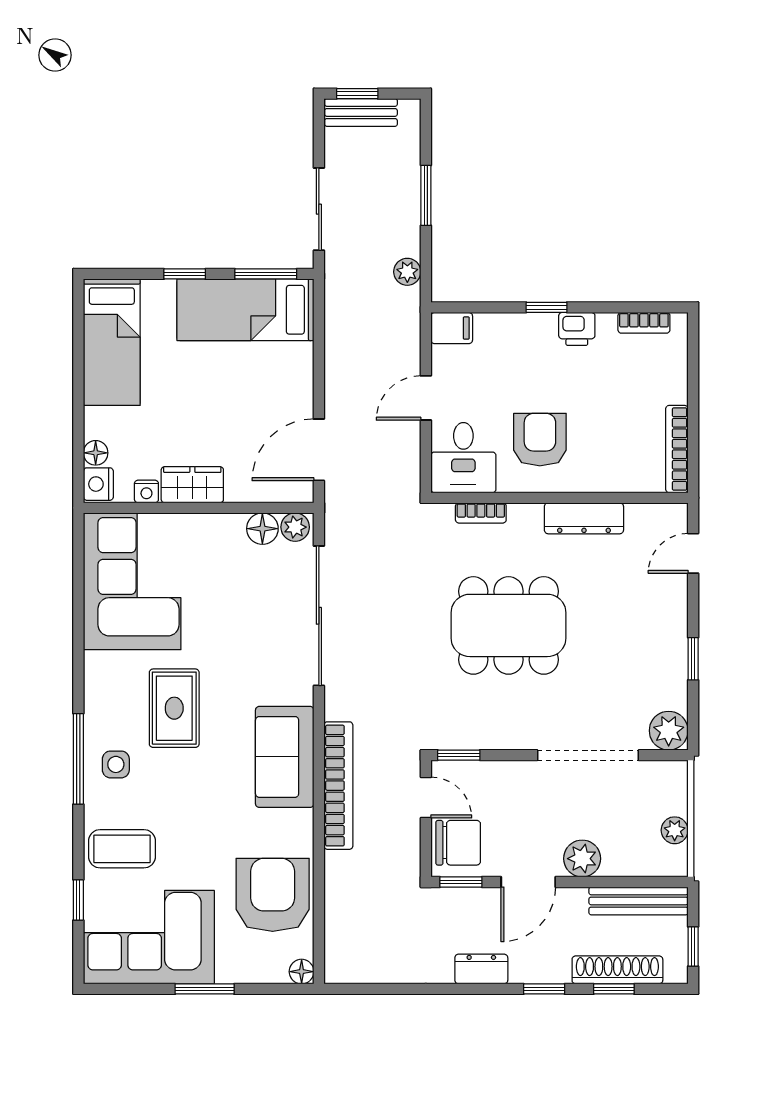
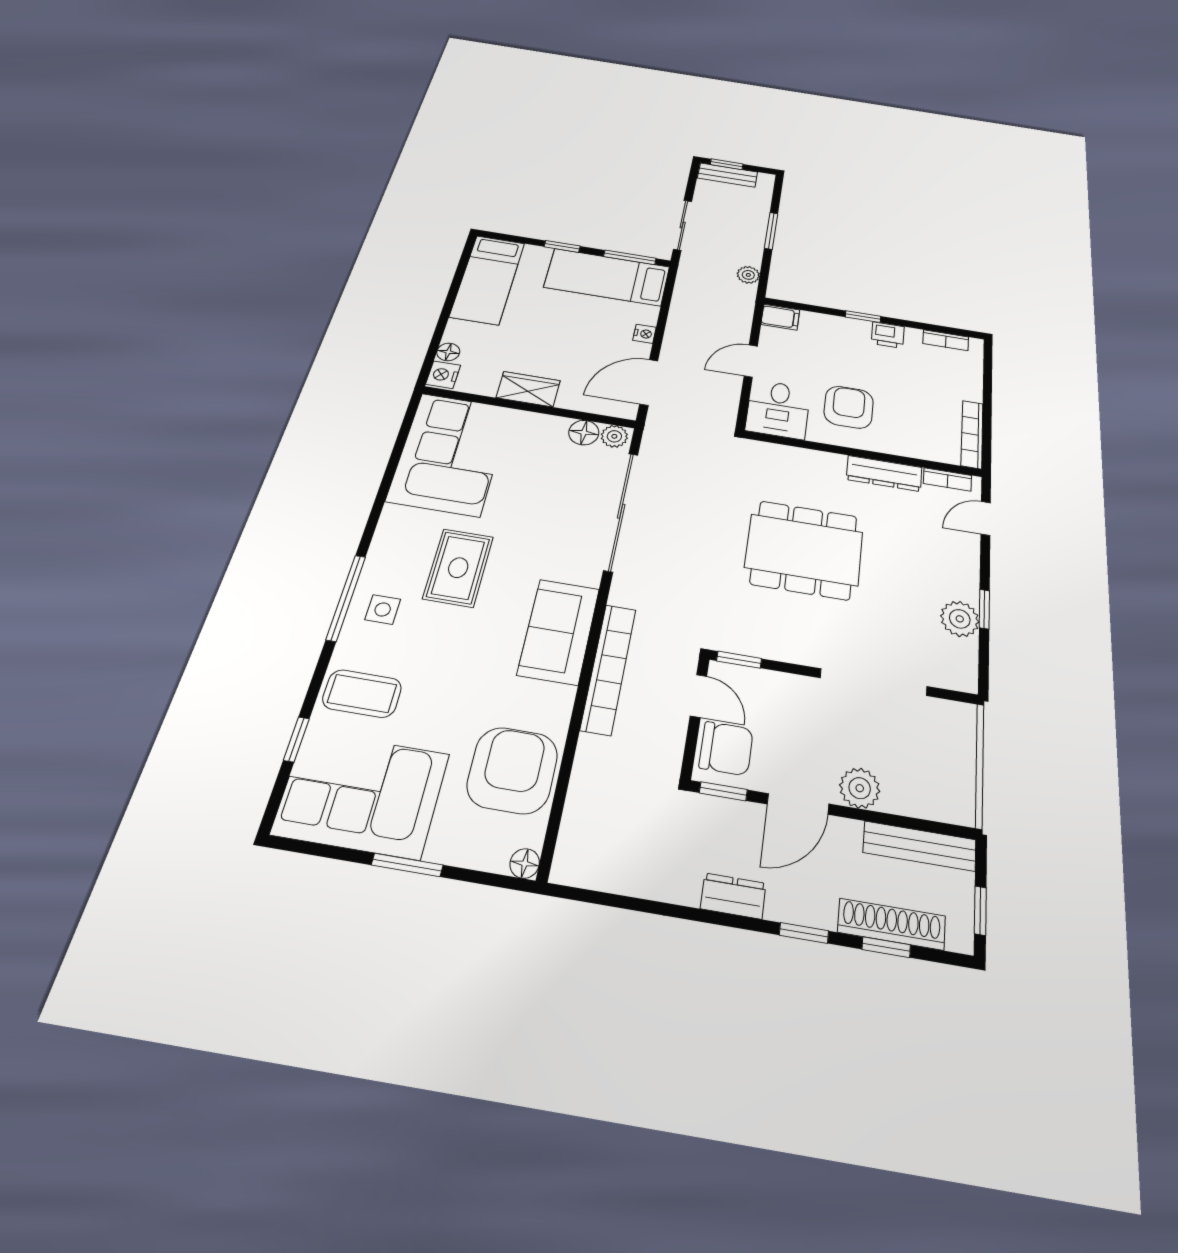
nightstand: (146, 491) -> (644, 334), moved, turned -90
bookcase: (481, 513) -> (947, 480), moved
plant: (669, 731) -> (960, 619), moved
plant: (675, 830) -> (962, 775), removed

